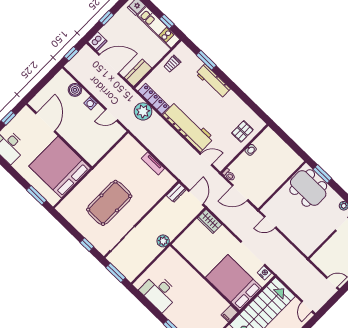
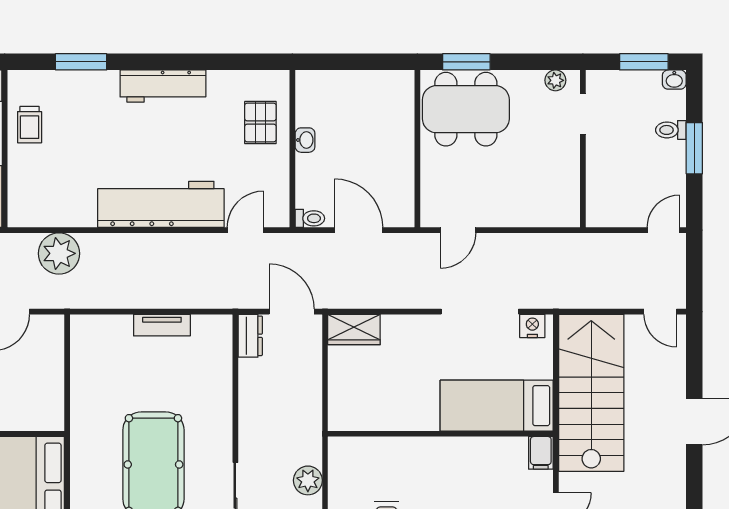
workbench: (213, 81) -> (163, 86), moved
locker: (154, 99) -> (56, 214), removed
door: (240, 193) -> (359, 230), swing flipped
plant: (163, 241) -> (308, 480), moved
bed: (234, 283) -> (497, 406), width x0.67

